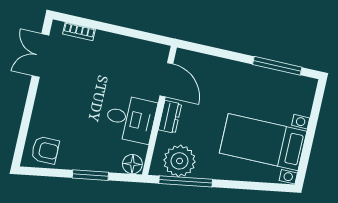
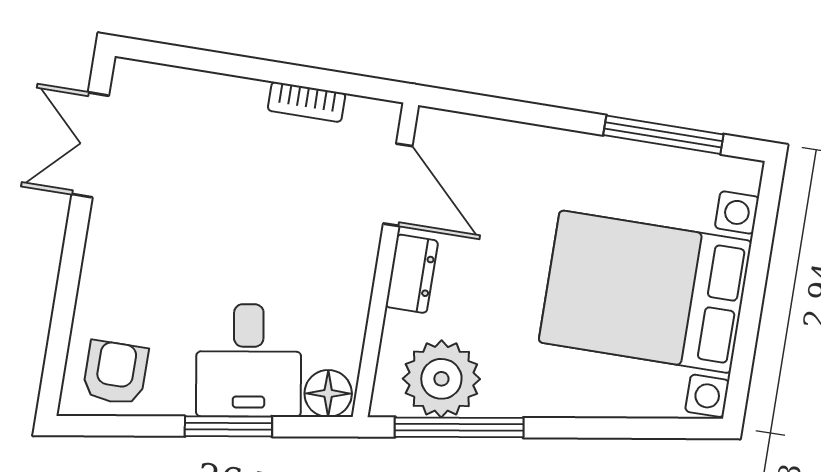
bookcase: (79, 32) -> (307, 102), moved
desk: (131, 119) -> (249, 360), moved, turned 81
bed with nightstands: (263, 142) -> (645, 292), width x1.36
armchair: (45, 150) -> (115, 373), turned -90

